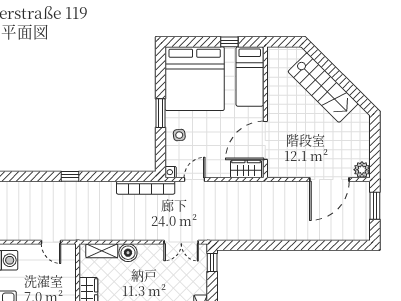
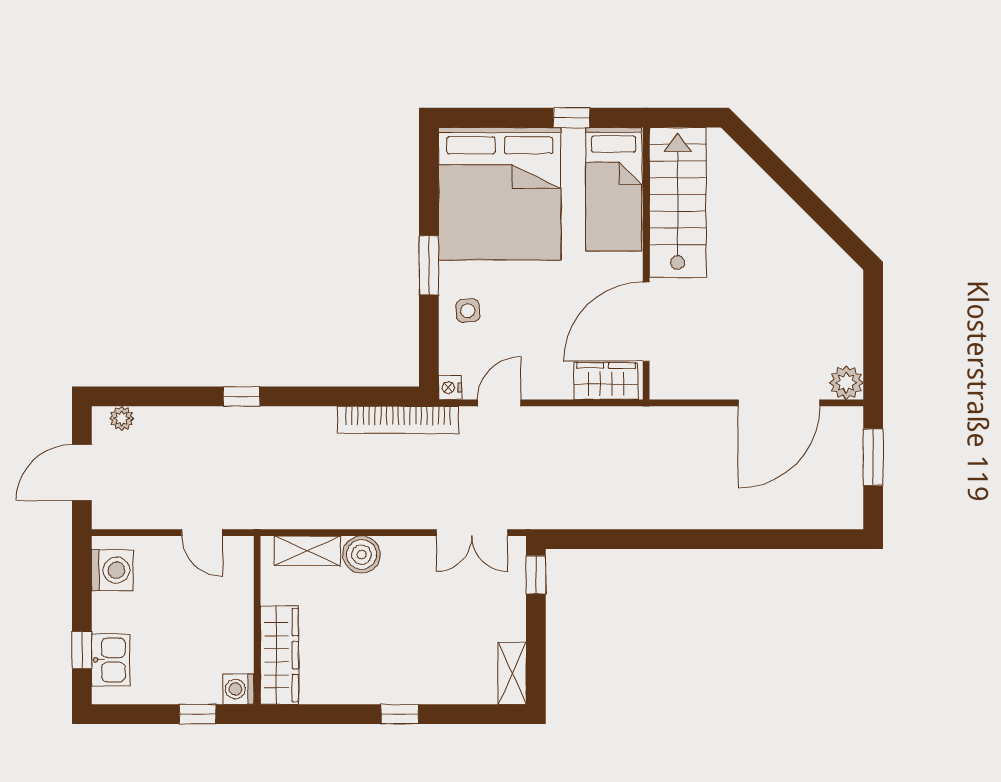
stairs: (323, 88) -> (678, 202), moved, turned -135
plant: (12, 187) -> (122, 418), added

